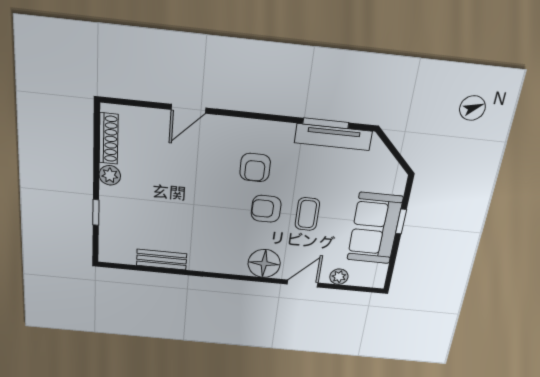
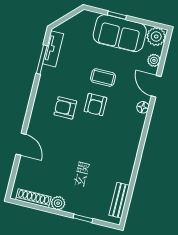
tv unit: (333, 137) -> (53, 49), width x0.71
armchair: (255, 167) -> (65, 108), turned 180
bench: (162, 259) -> (119, 200), moved
floor lamp: (264, 263) -> (143, 107), width x0.53, depth x0.53
plant: (373, 276) -> (156, 36), added

